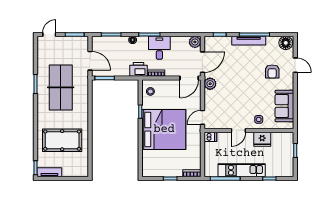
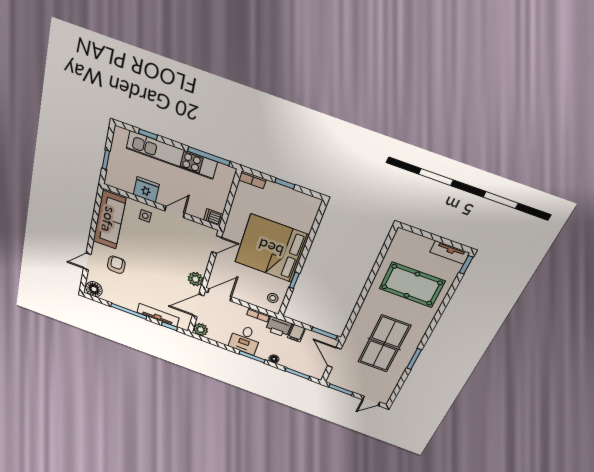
tv unit: (249, 41) -> (158, 315), moved
door: (295, 65) -> (87, 261), hinge flipped
filing cabinet: (124, 70) -> (296, 333), added
sofa: (284, 106) -> (109, 220), width x1.36
kitchen unit: (242, 170) -> (172, 155), width x1.36

